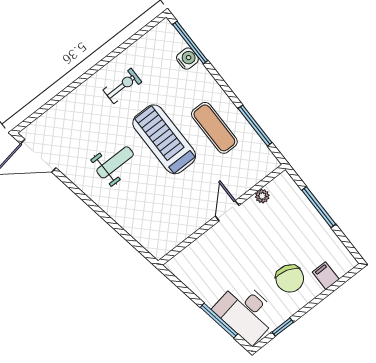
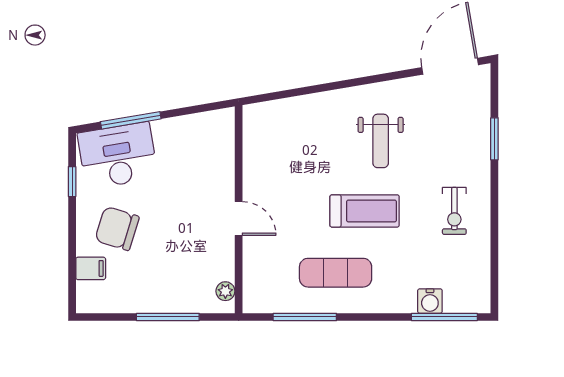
window: (61, 96) -> (494, 139), added
treadmill: (164, 139) -> (365, 211), width x0.73, depth x0.73
plant: (262, 196) -> (225, 291), moved

